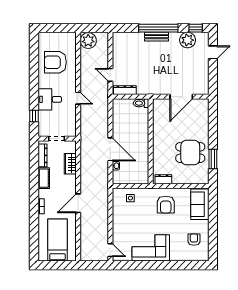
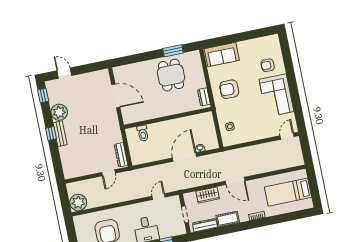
window: (158, 28) -> (51, 134), width x0.32
plant: (188, 40) -> (59, 112), moved
door: (78, 98) -> (159, 197), moved
toilet: (141, 103) -> (143, 133), moved
door: (78, 203) -> (235, 181), moved
armchair: (166, 205) -> (229, 89), turned 180
armchair: (194, 240) -> (268, 65), moved

